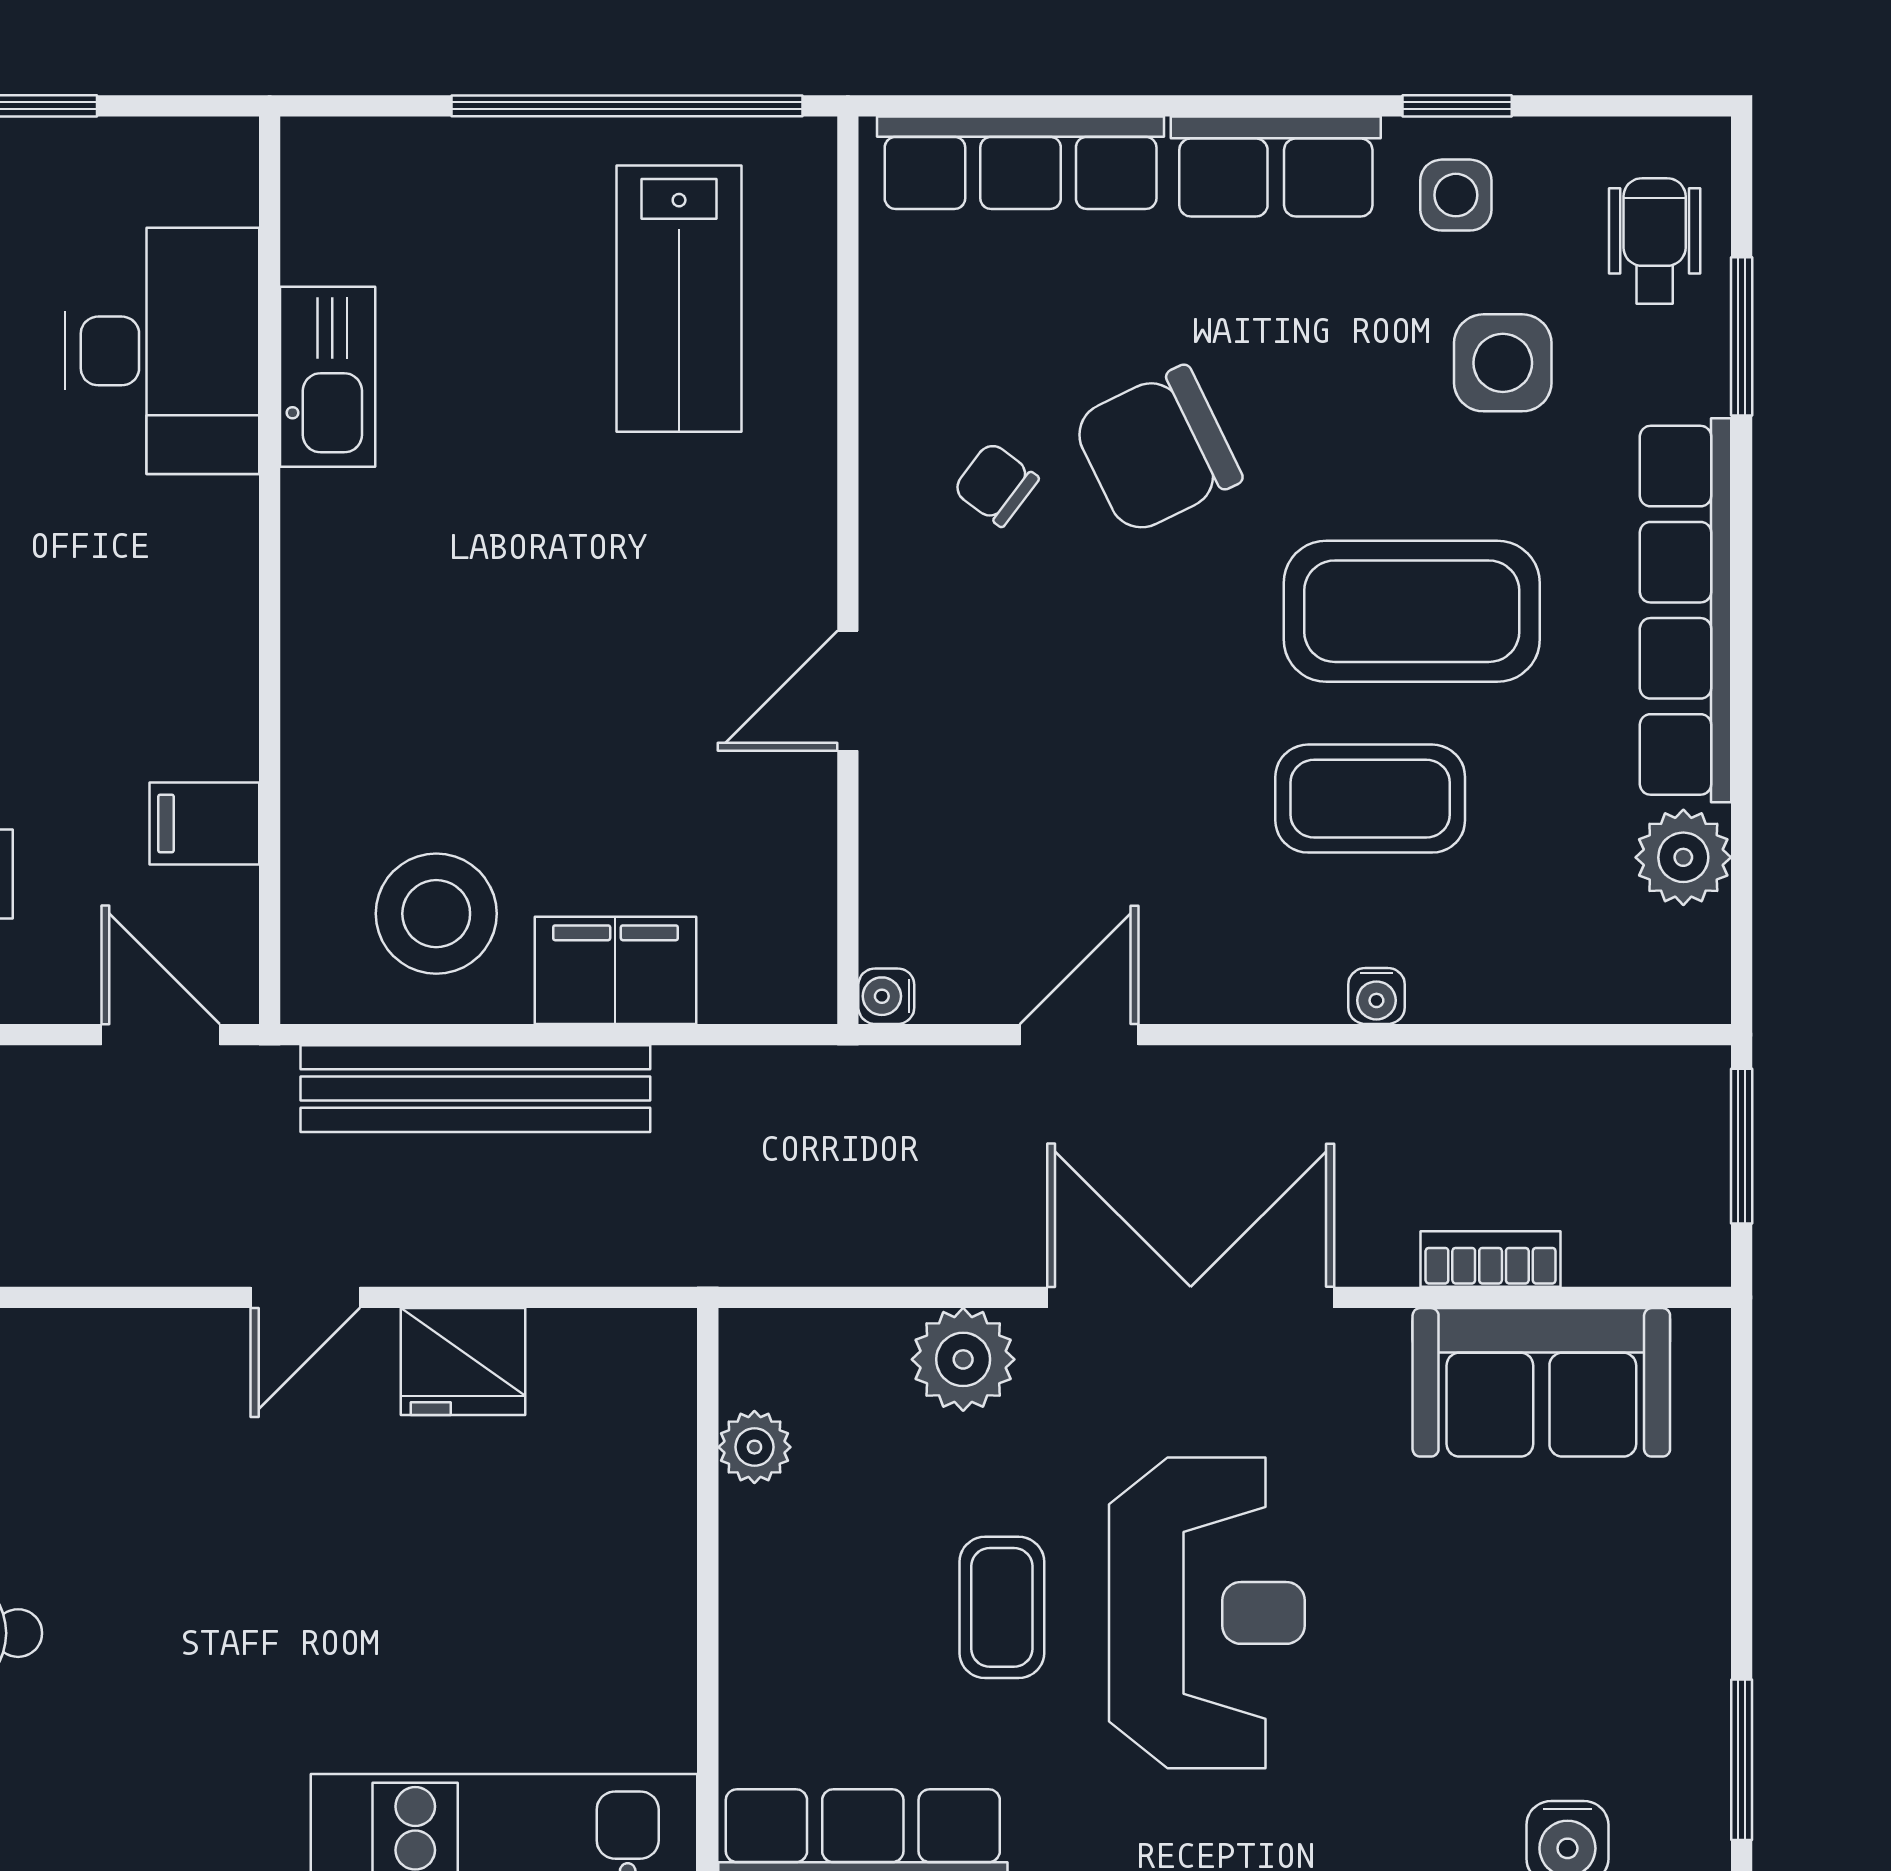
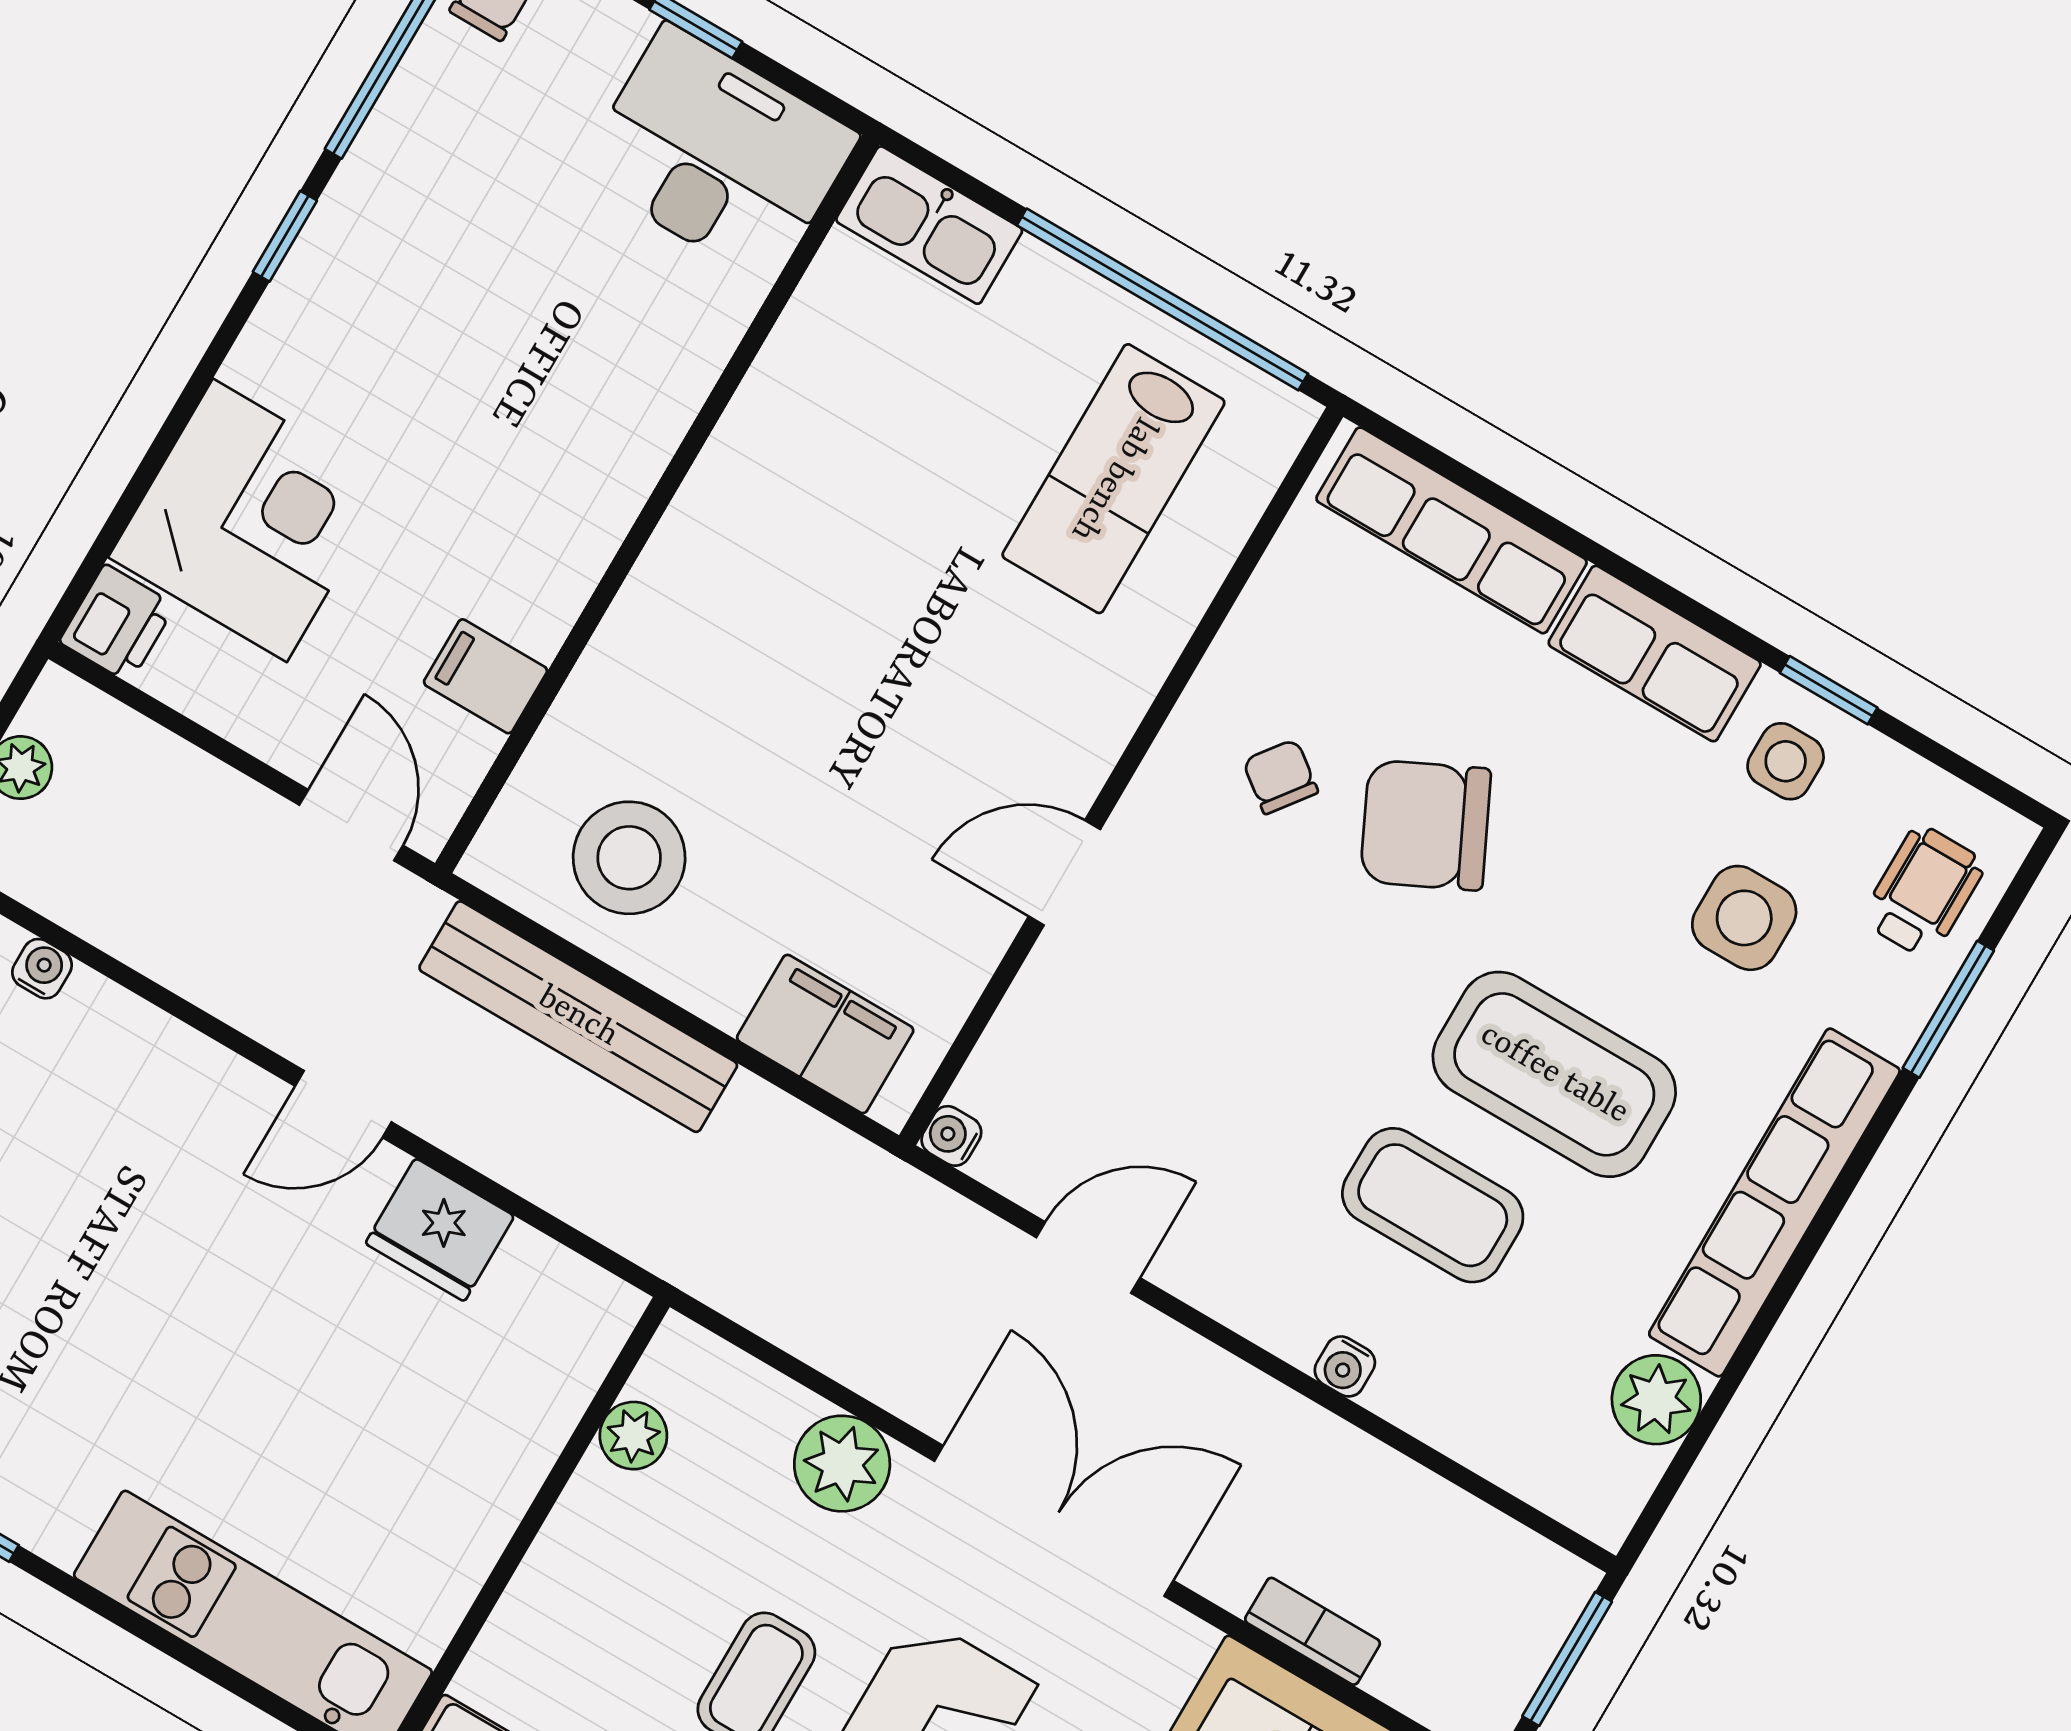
desk: (162, 351) -> (718, 154), moved, turned -90
kitchen sink: (328, 377) -> (929, 225), moved, turned 90
filing cabinet: (615, 970) -> (825, 1034), moved

